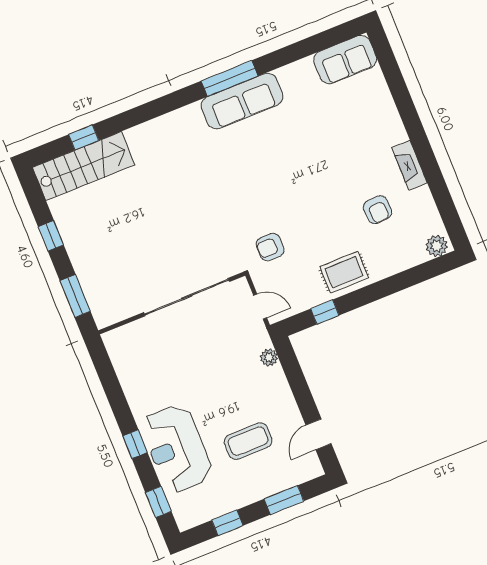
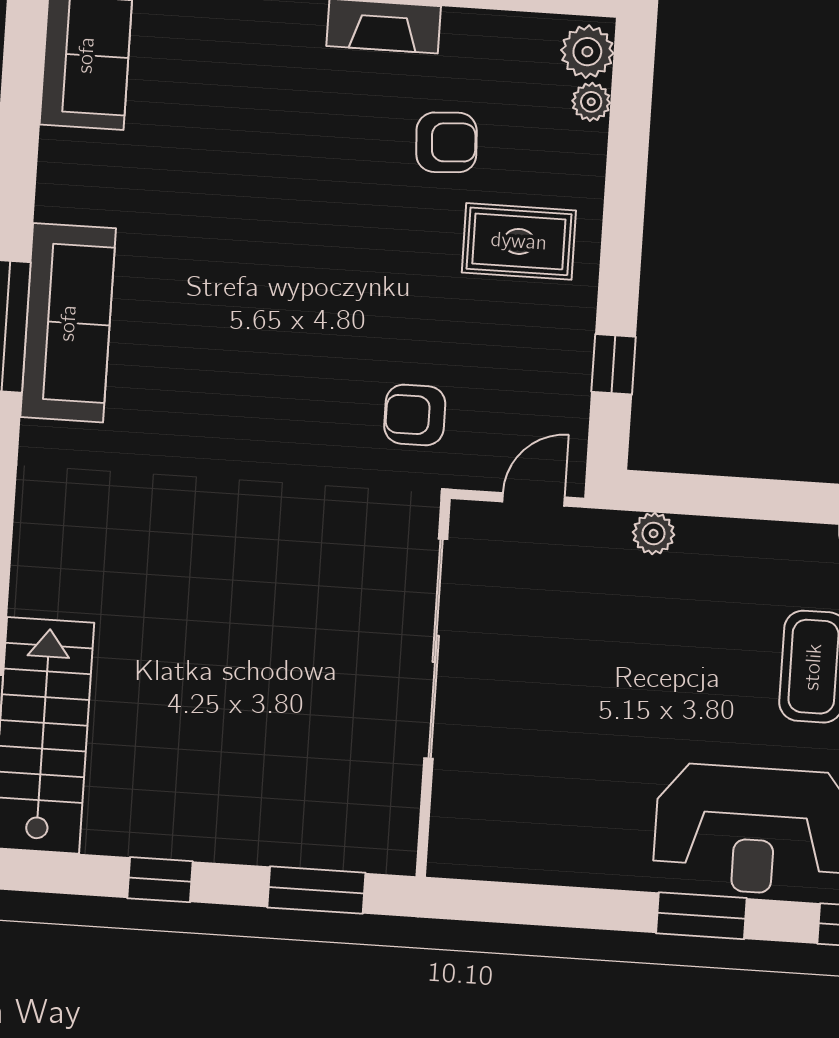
armchair: (270, 247) -> (415, 415), turned 90
plant: (419, 256) -> (591, 102), added
rug: (344, 272) -> (519, 241), moved, turned 90
window: (135, 444) -> (701, 916), width x1.50

